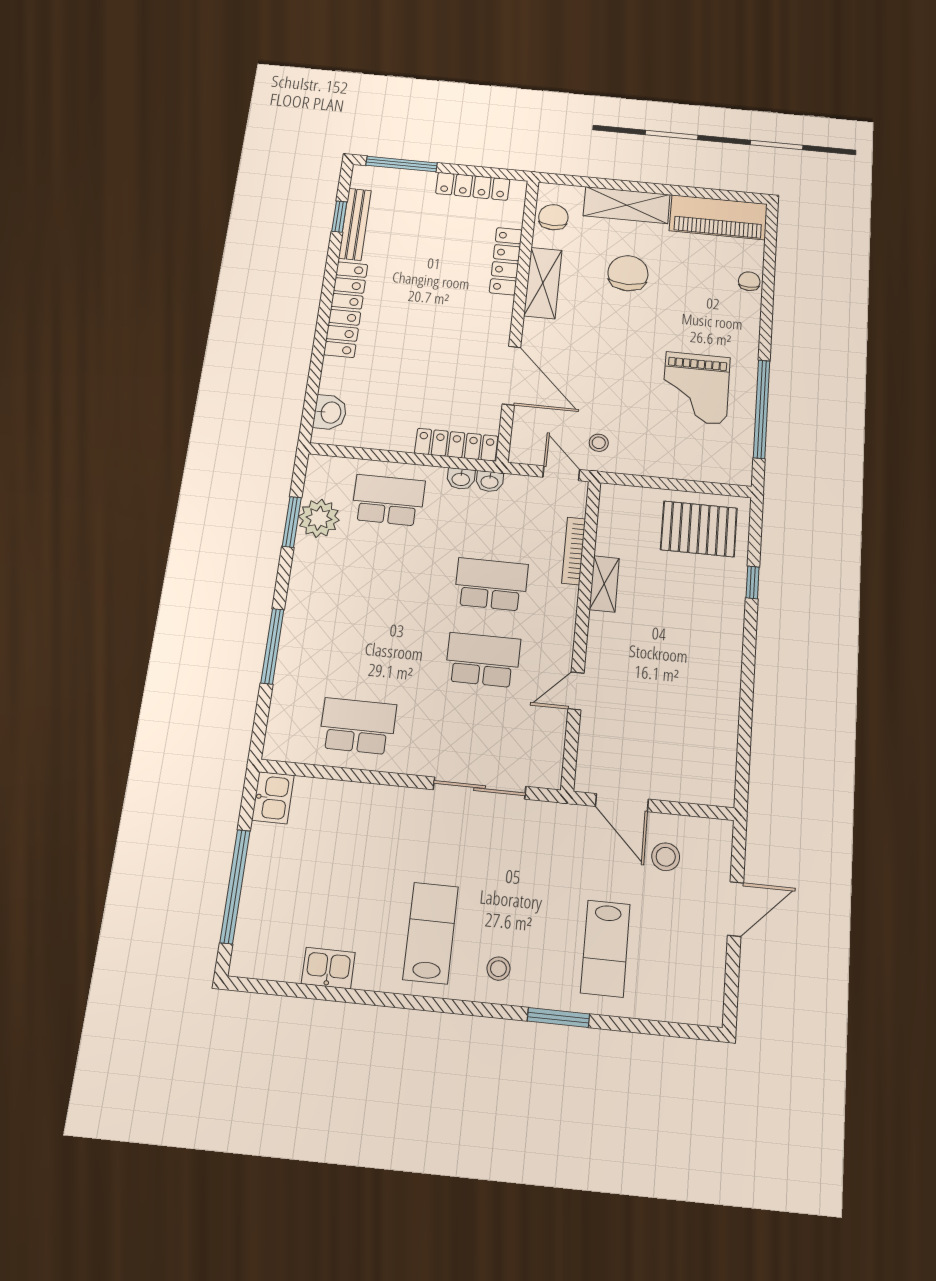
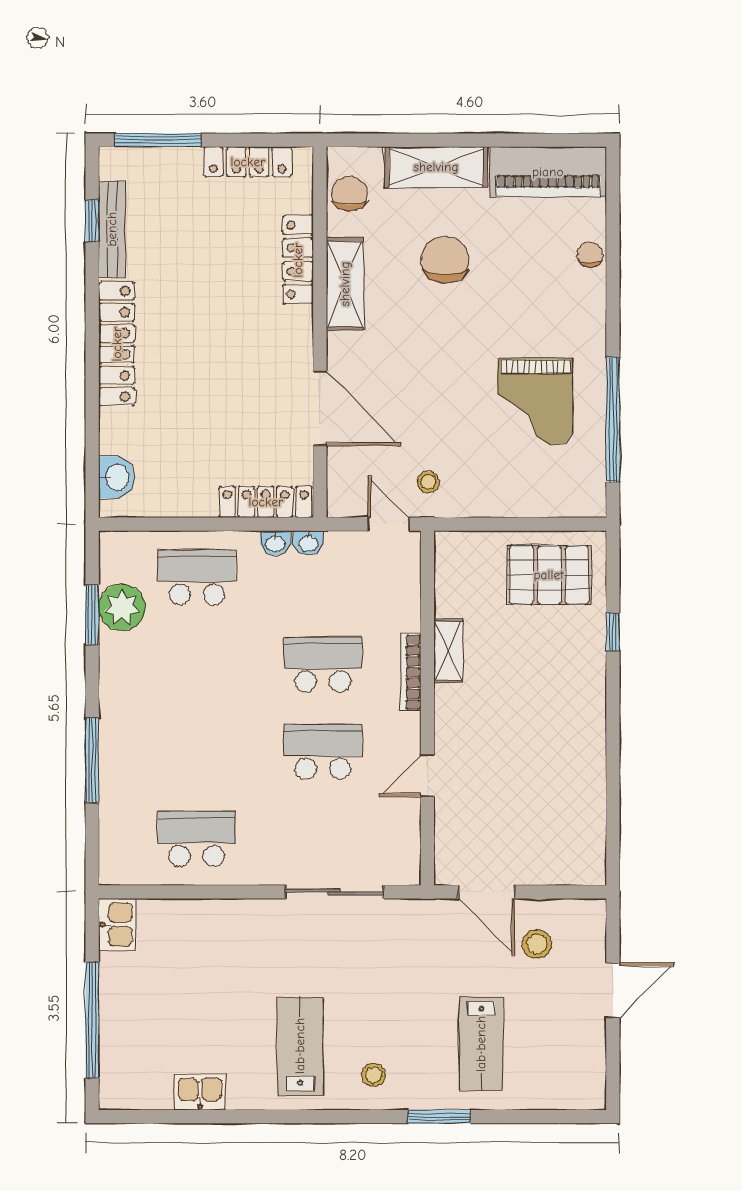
bookcase: (574, 551) -> (411, 672), moved

